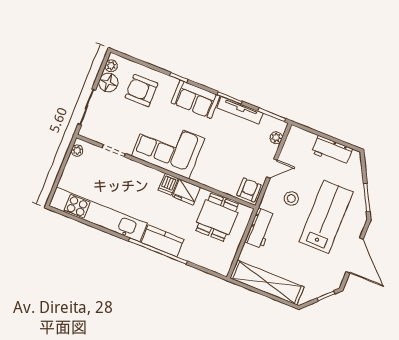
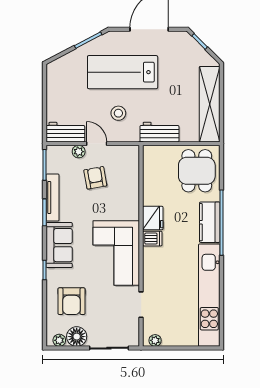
plant: (276, 138) -> (79, 152), moved
workbench: (332, 151) -> (65, 132), moved, turned -90
armchair: (249, 190) -> (95, 178), moved, turned 80
dining table: (217, 217) -> (197, 171), moved, turned 90

